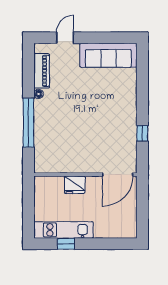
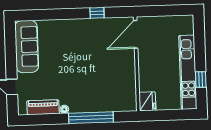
door: (118, 175) -> (136, 34), swing flipped
fridge: (75, 185) -> (147, 101), moved
kitchen unit: (64, 230) -> (188, 72), width x1.36

